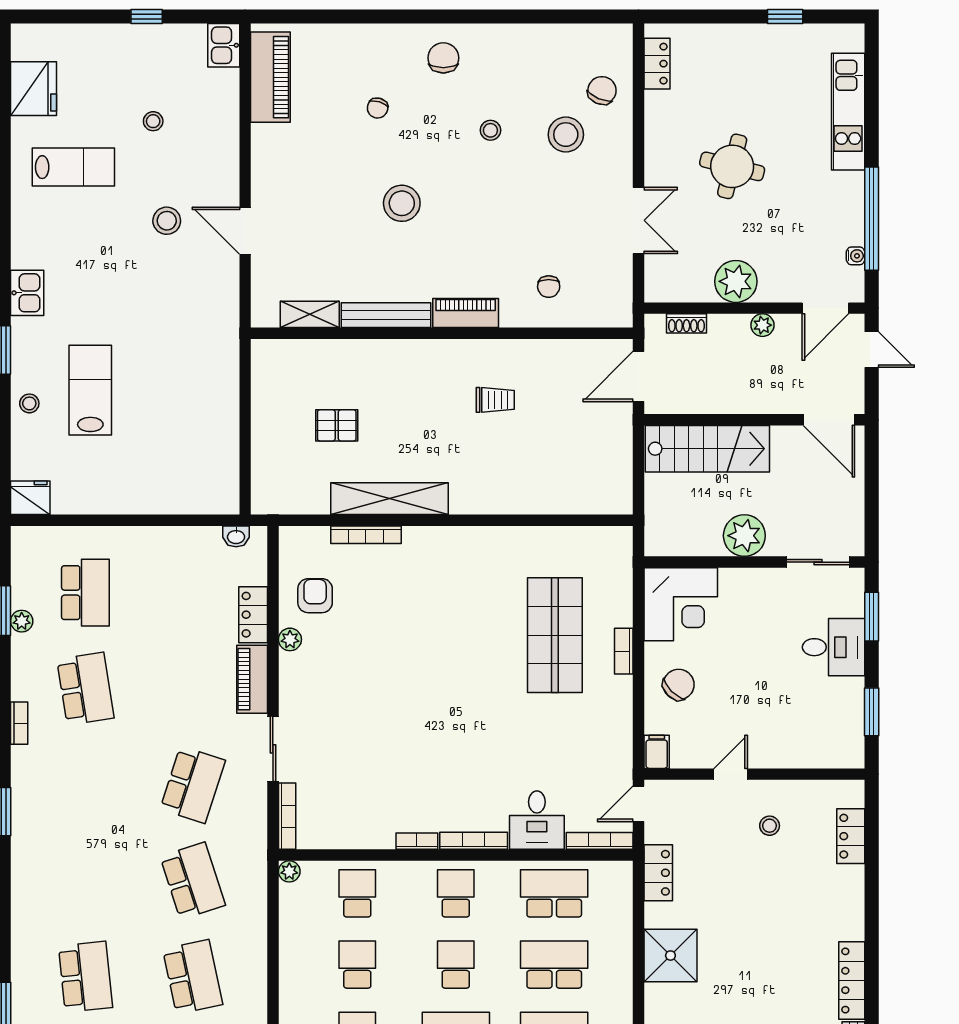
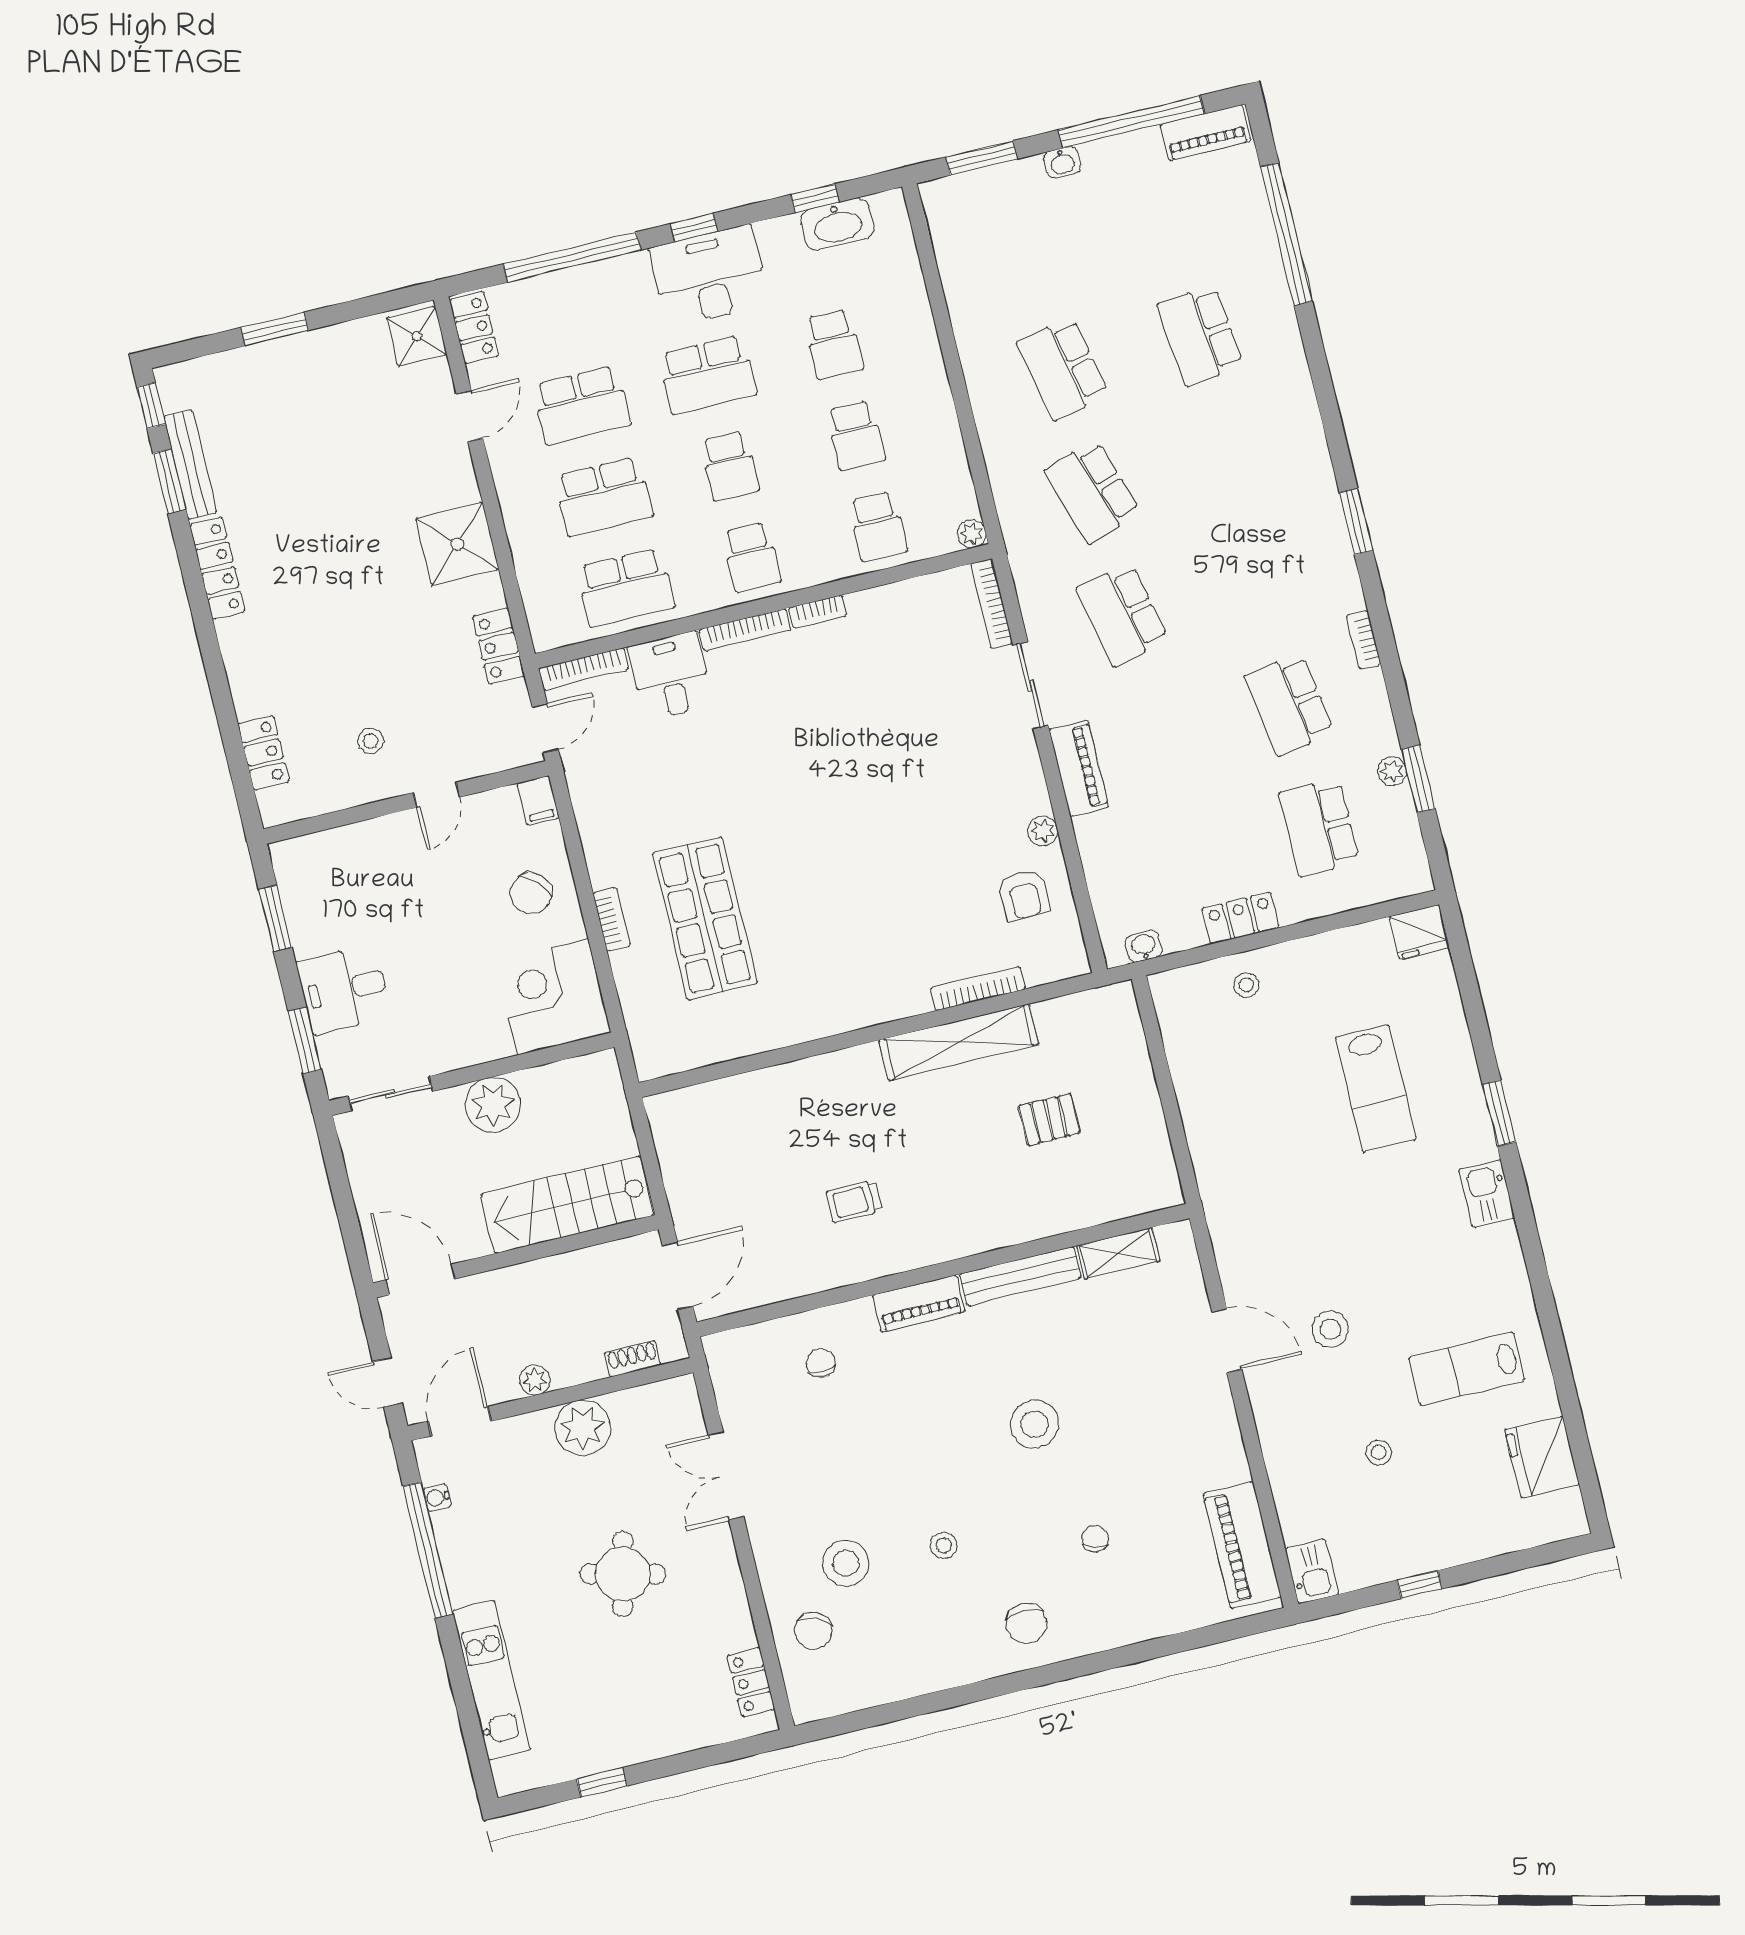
stool: (29, 403) -> (1246, 985), moved
locker: (253, 615) -> (1240, 918), moved, turned -90
school desk: (193, 785) -> (1122, 615), turned -30

